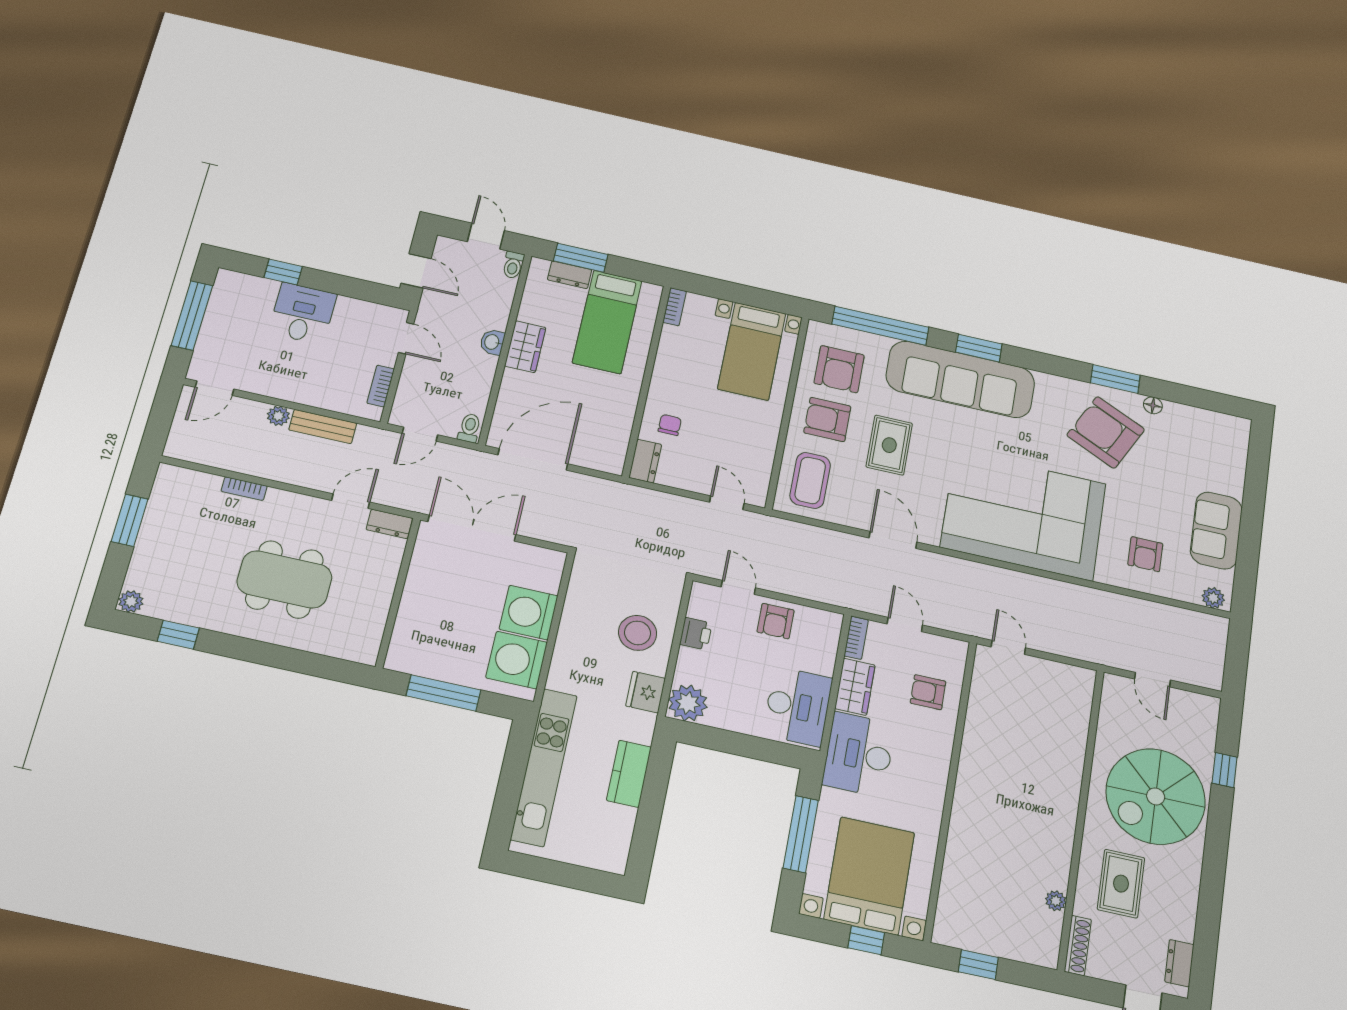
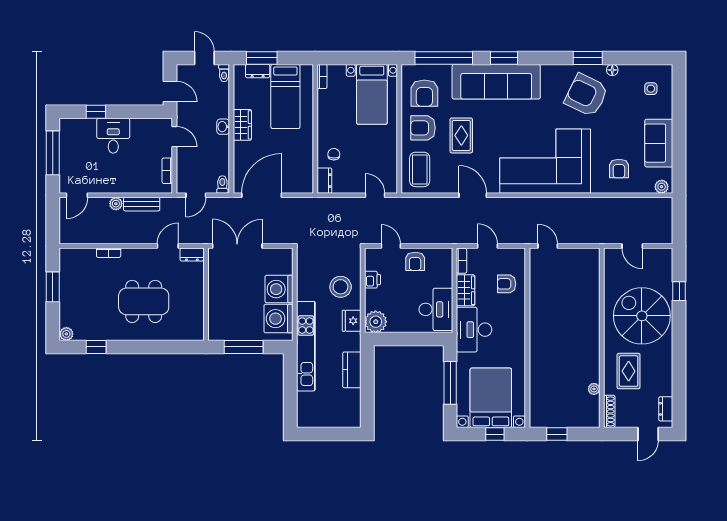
side table: (1212, 447) -> (651, 89), added
kitchen unit: (544, 767) -> (306, 346), moved
spiral stairs: (1156, 796) -> (642, 316), turned 90

